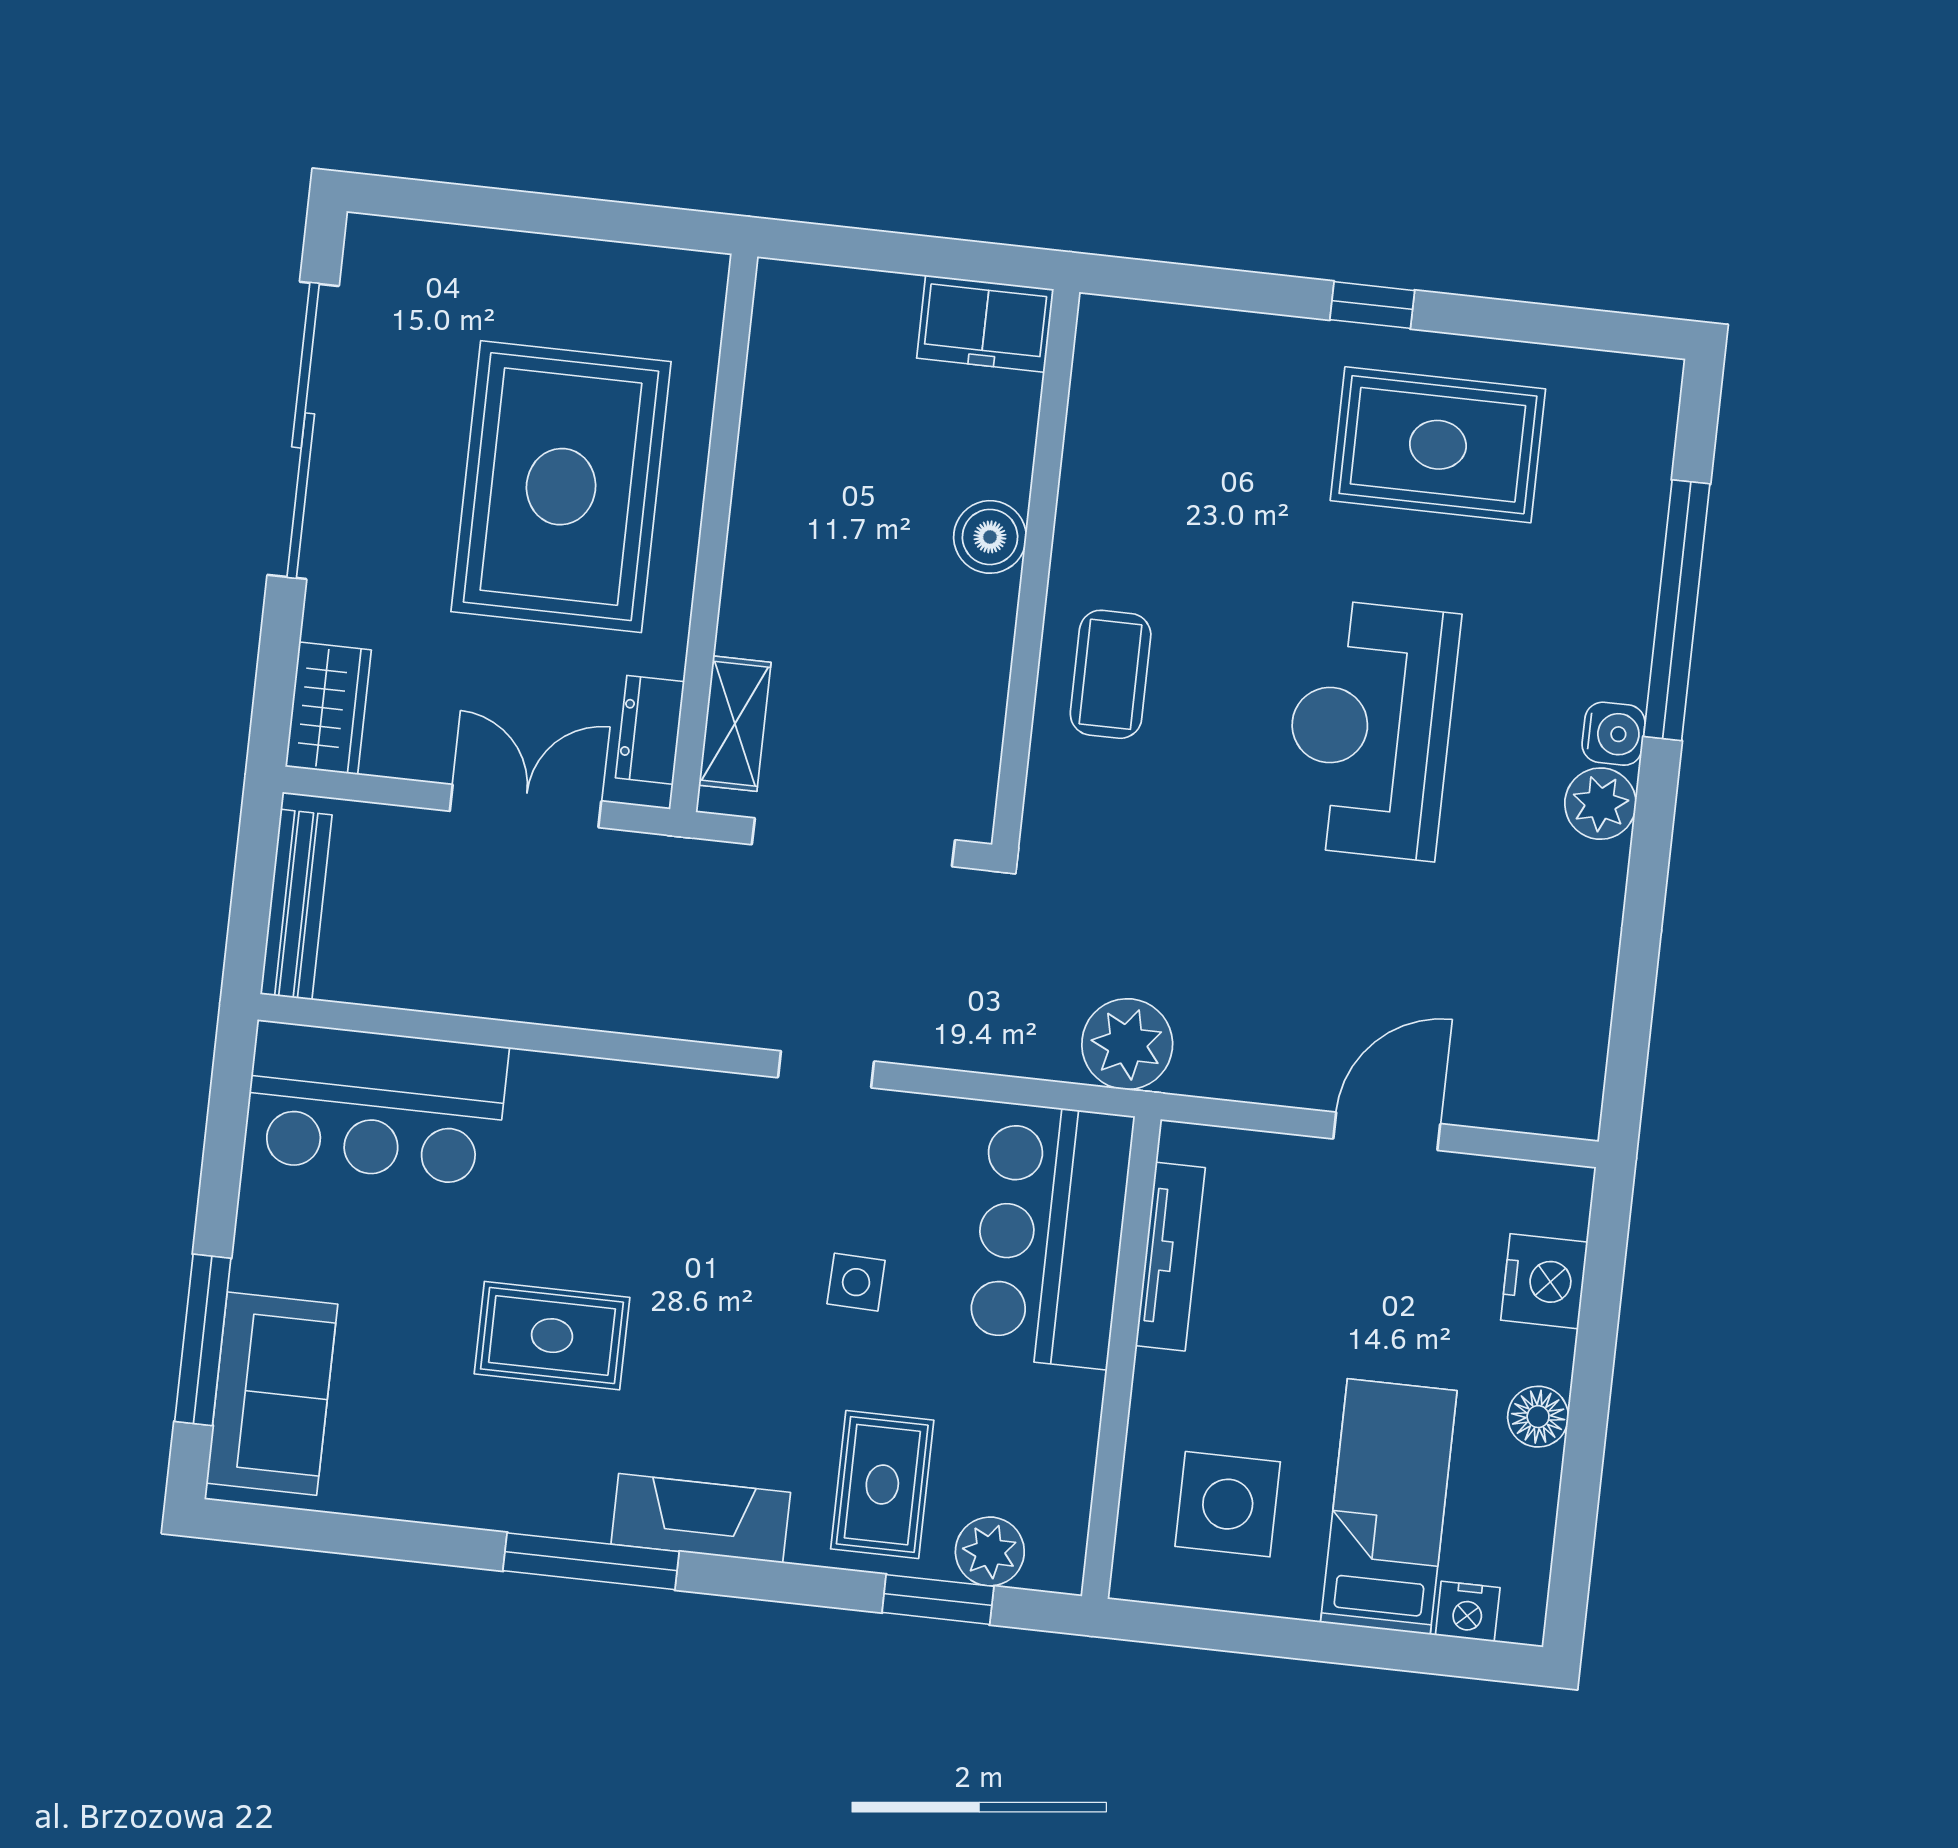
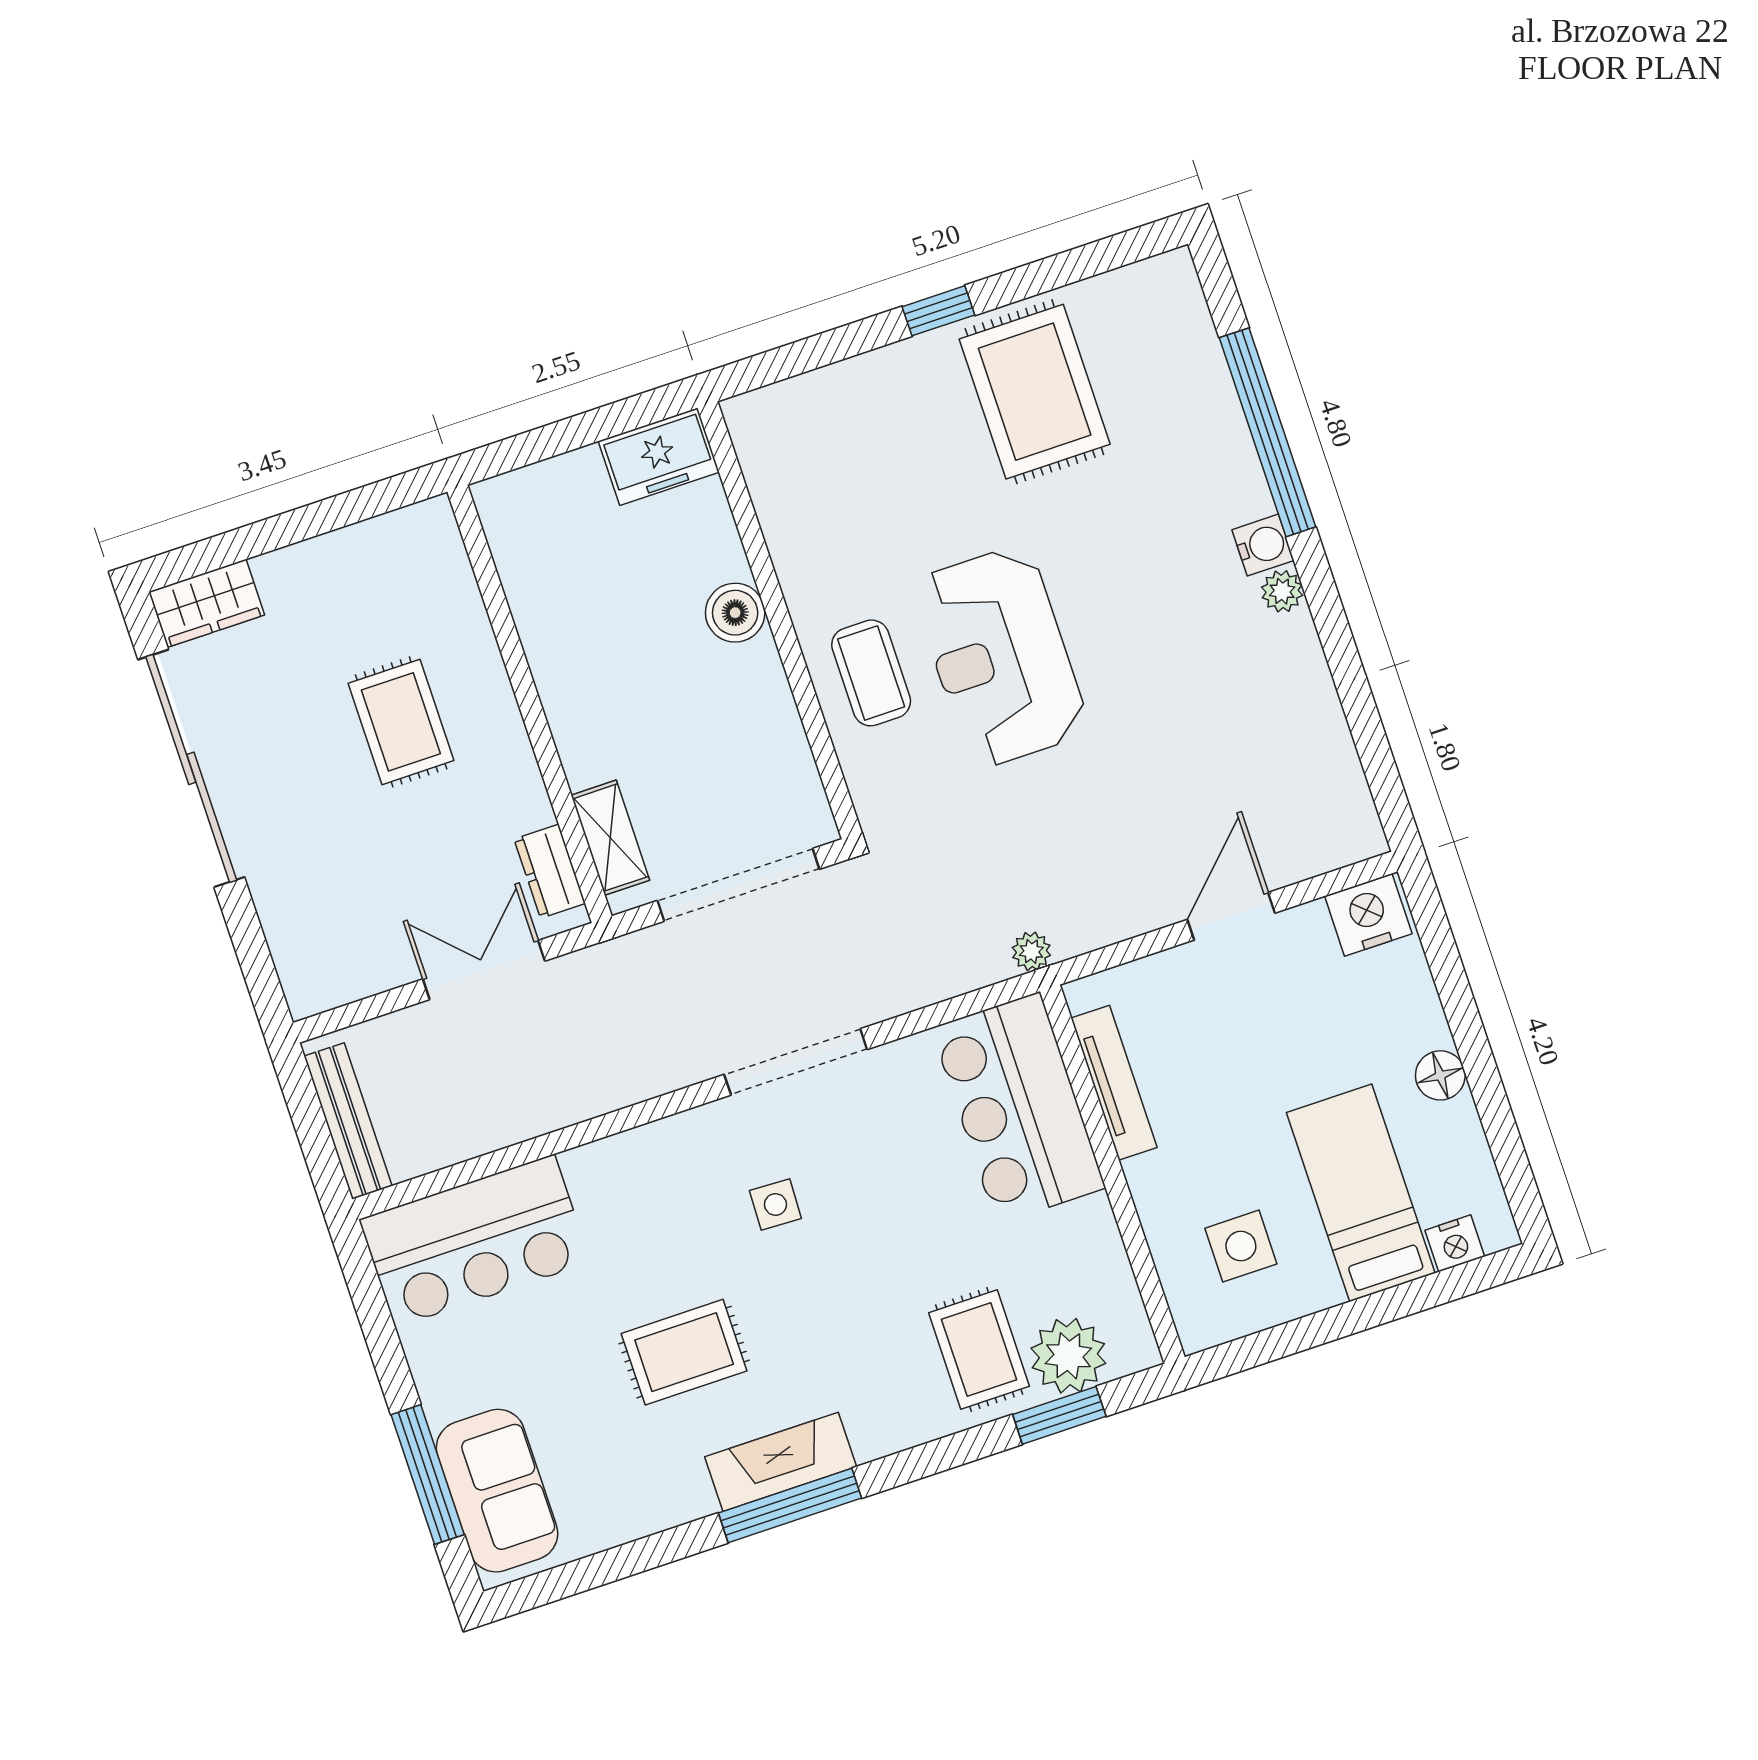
rug: (1438, 445) -> (1035, 392), turned 90
rug: (561, 487) -> (401, 722), width x0.54, depth x0.49
wardrobe: (328, 708) -> (207, 603), moved, turned 90
reception desk: (1370, 730) -> (1000, 657), moved
plant: (1600, 804) -> (1282, 591), width x0.73, depth x0.73
plant: (1127, 1044) -> (1031, 951), width x0.53, depth x0.53
doorway: (826, 1069) -> (796, 1062), width x1.88
nightstand: (1544, 1281) -> (1368, 915), moved, turned -90
side table: (856, 1282) -> (775, 1205), moved
side table: (1228, 1504) -> (1241, 1246), width x0.73, depth x0.73
fireplace: (701, 1518) -> (781, 1462), moved
plant: (990, 1551) -> (1068, 1356), width x1.36, depth x1.36

